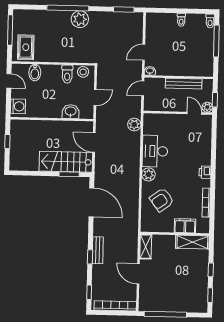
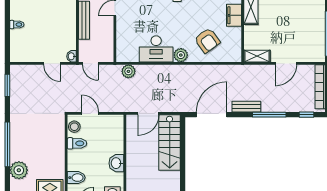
plant: (80, 19) -> (19, 170), moved
door: (95, 97) -> (90, 113), moved
washbasin: (71, 111) -> (116, 163), moved
window: (69, 174) -> (183, 139), removed
bench: (98, 250) -> (246, 107), moved
window: (90, 257) -> (269, 115), width x2.17

